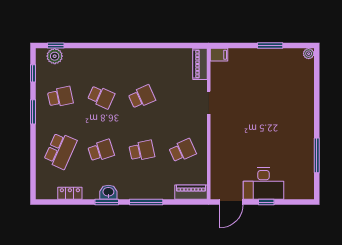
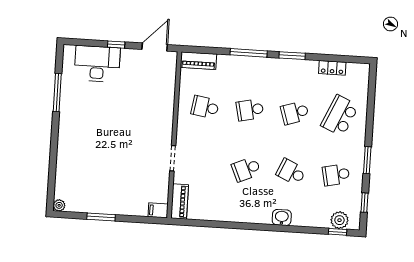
school desk: (182, 151) -> (205, 107), turned 33
desk: (264, 184) -> (97, 64), moved
washbasin: (108, 192) -> (282, 217), moved, turned 180

